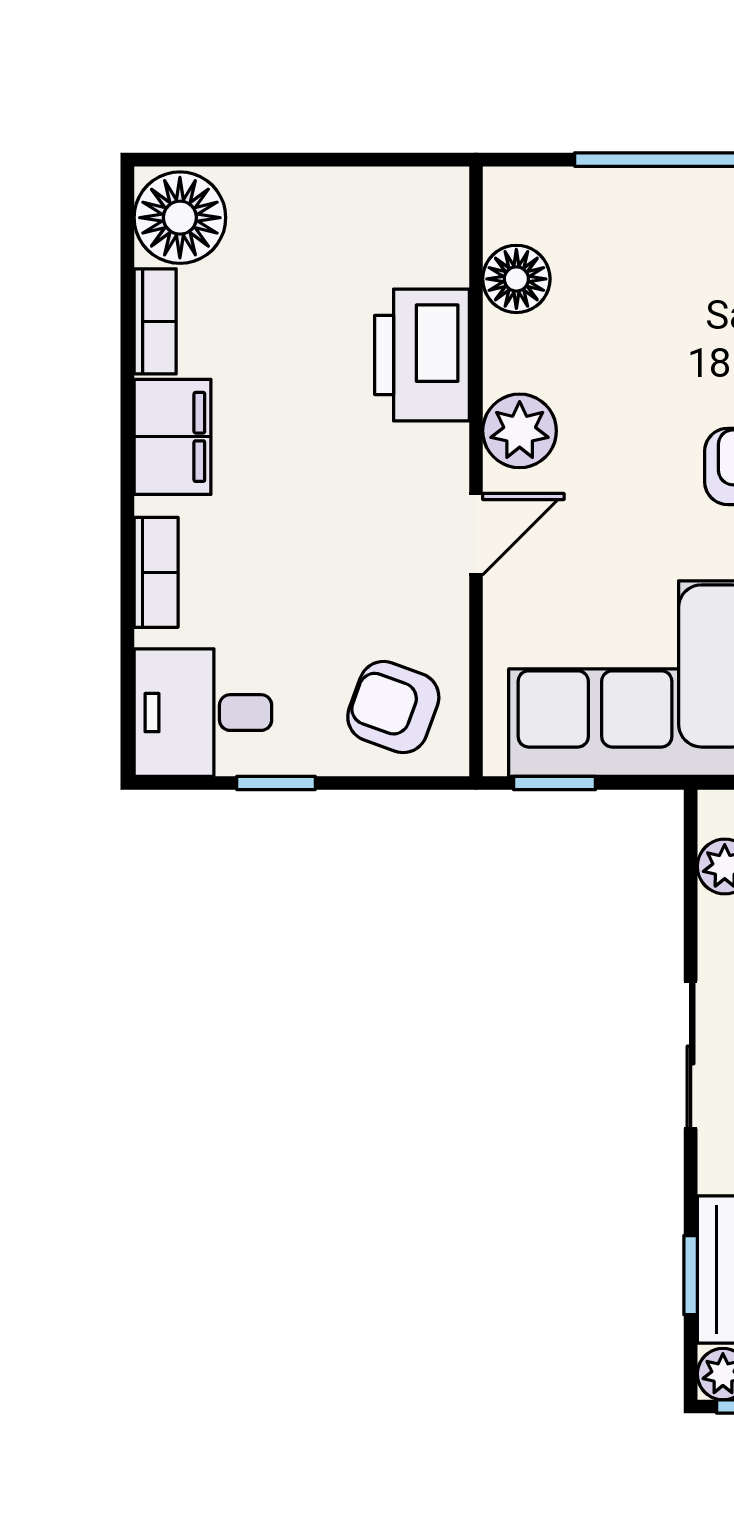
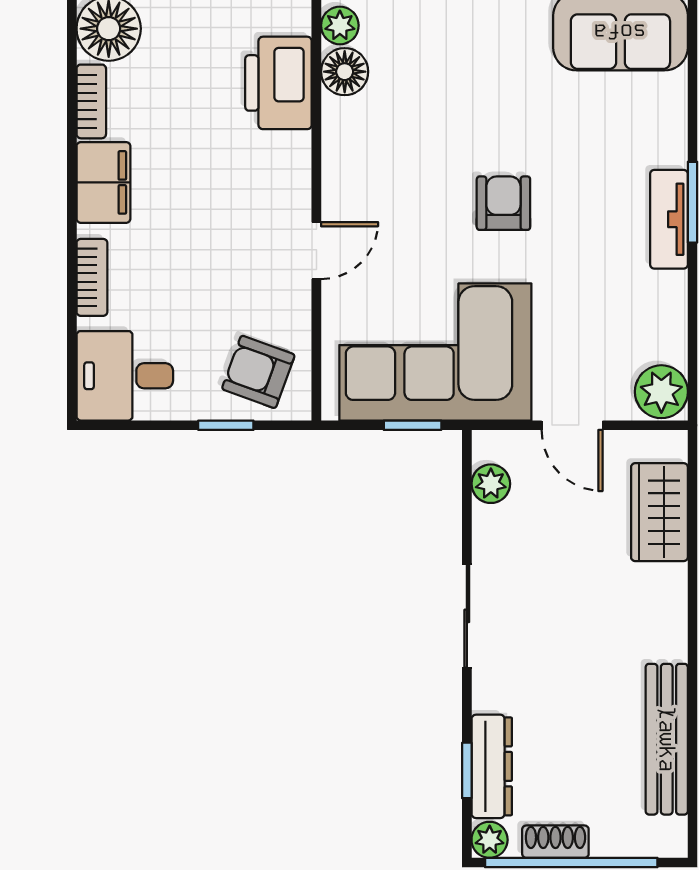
printer: (422, 355) -> (278, 83), moved
plant: (520, 431) -> (340, 25), moved, width x0.73, depth x0.73
window: (276, 783) -> (226, 425), moved
window: (555, 783) -> (413, 425), moved

